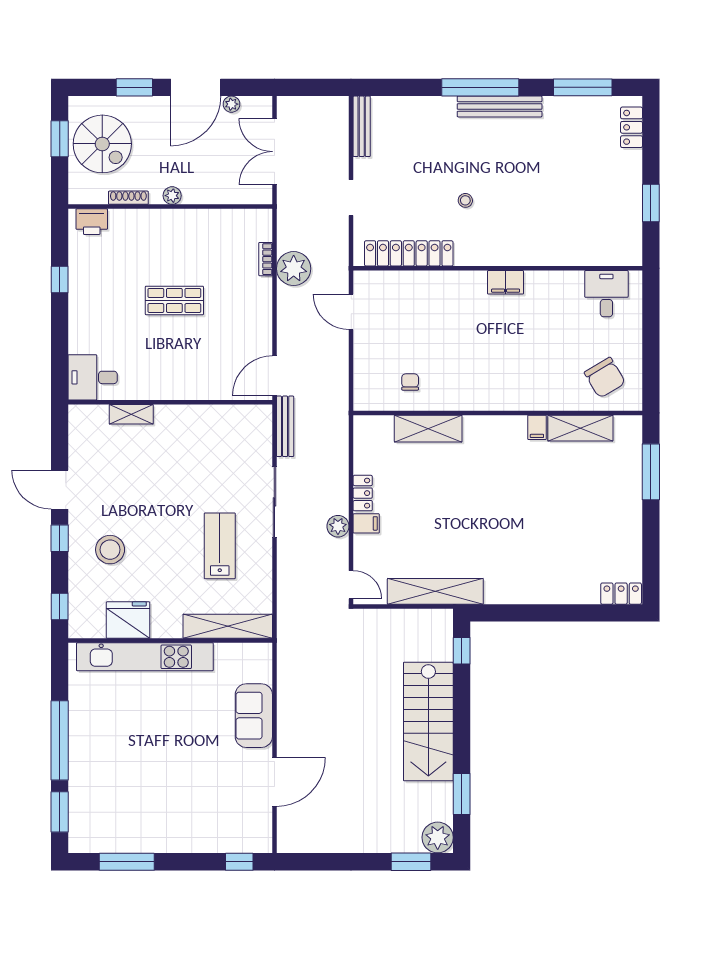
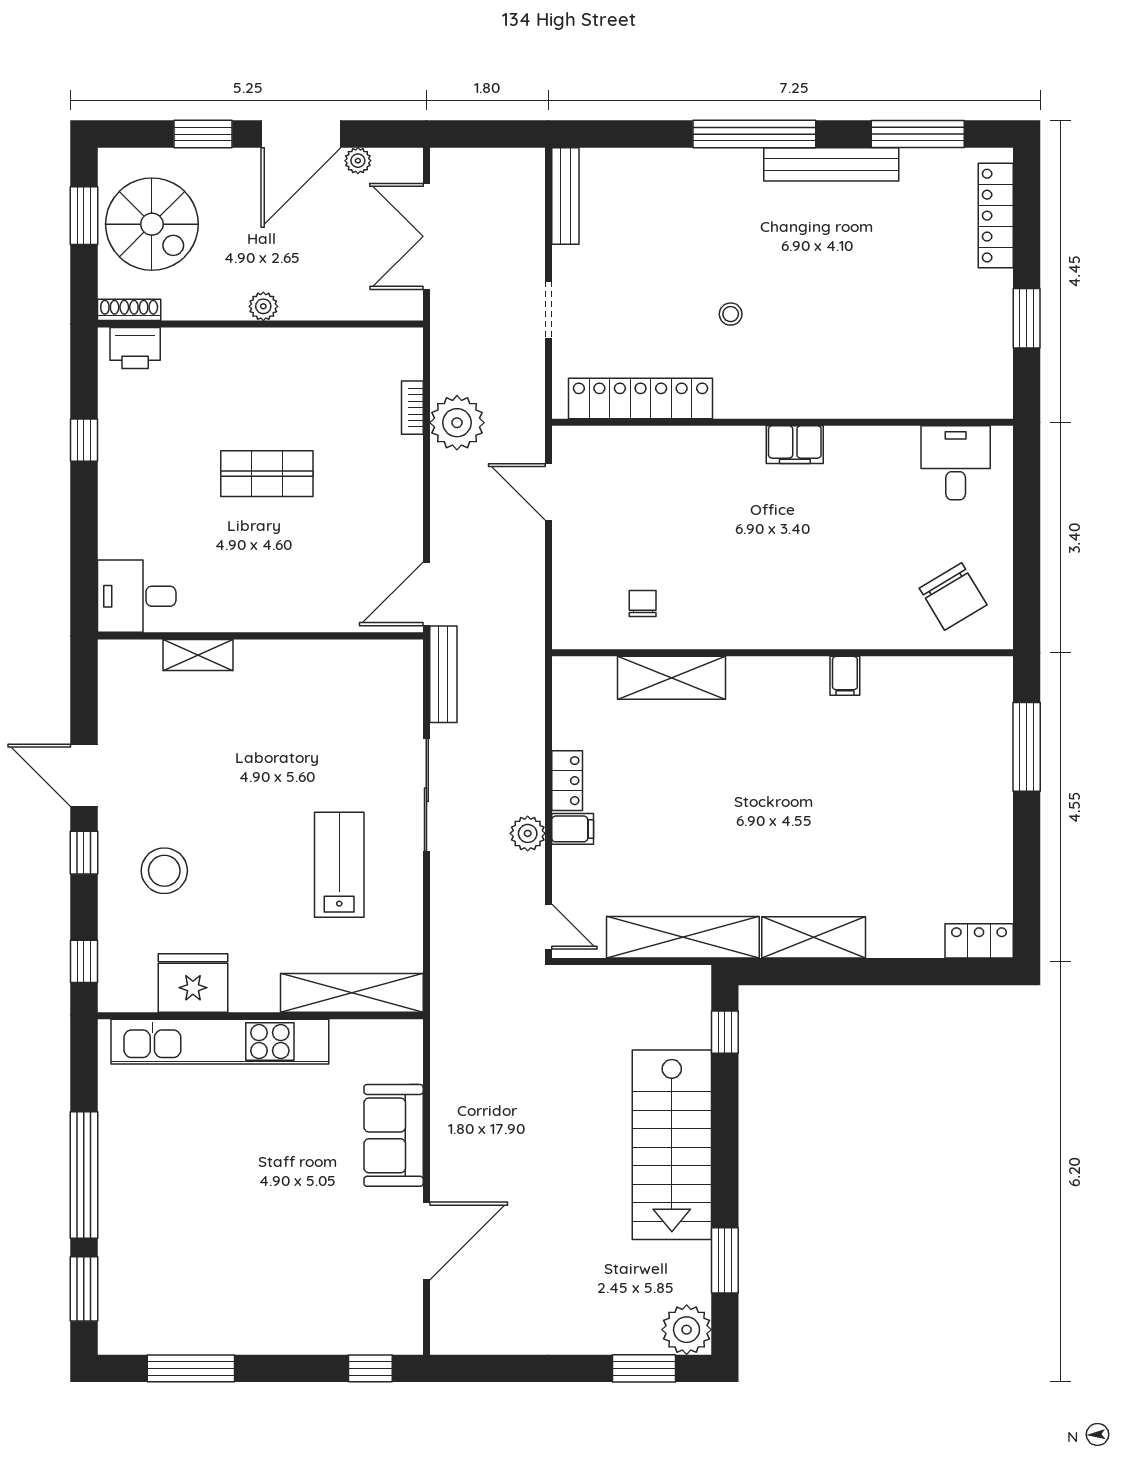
bench: (500, 106) -> (831, 164), moved
locker: (632, 127) -> (996, 216), width x1.53
shoe rack: (128, 198) -> (129, 310), moved
shelving: (580, 428) -> (814, 937), moved

